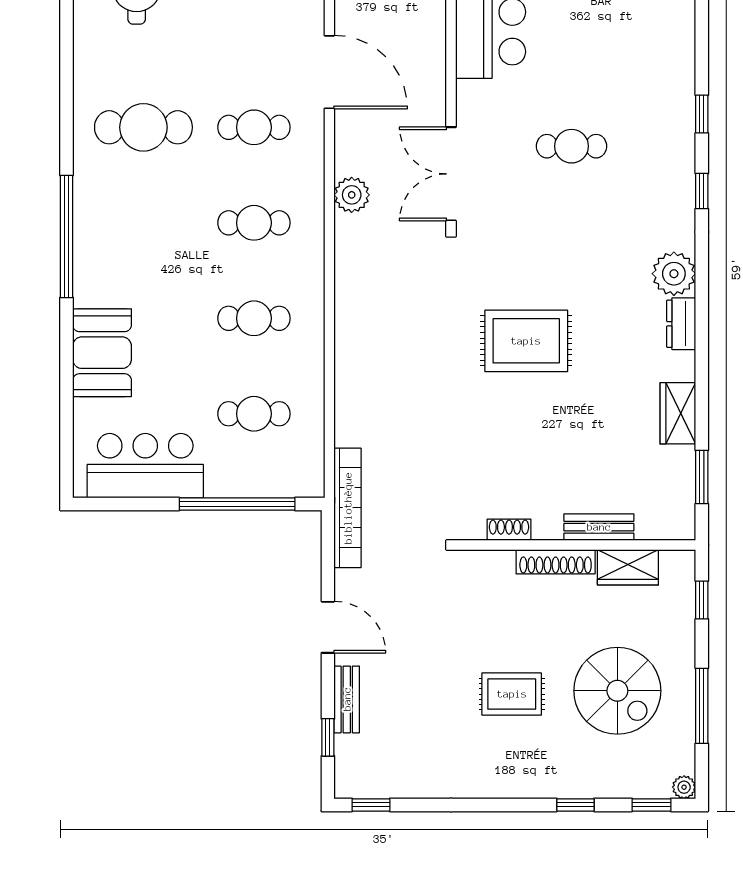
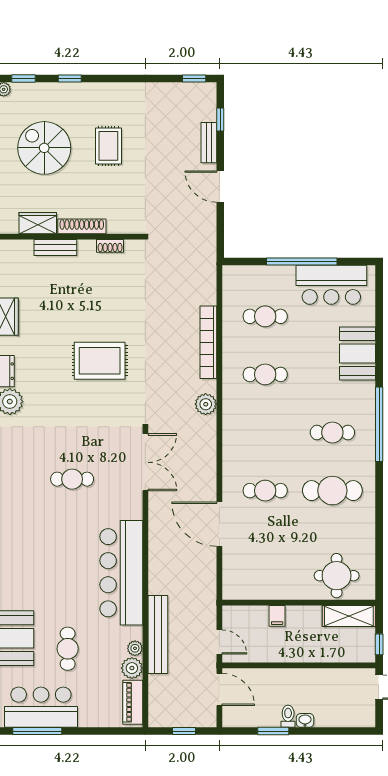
plant: (352, 195) -> (206, 404), moved
cafe table: (254, 223) -> (332, 432), moved
window: (237, 504) -> (302, 261), moved
bookcase: (348, 508) -> (208, 342), moved
rug: (512, 694) -> (108, 146), turned 90

